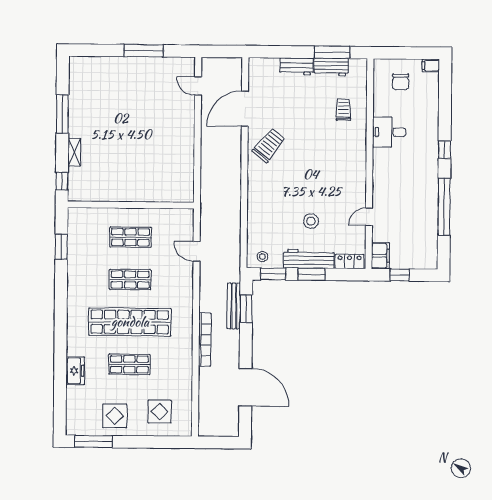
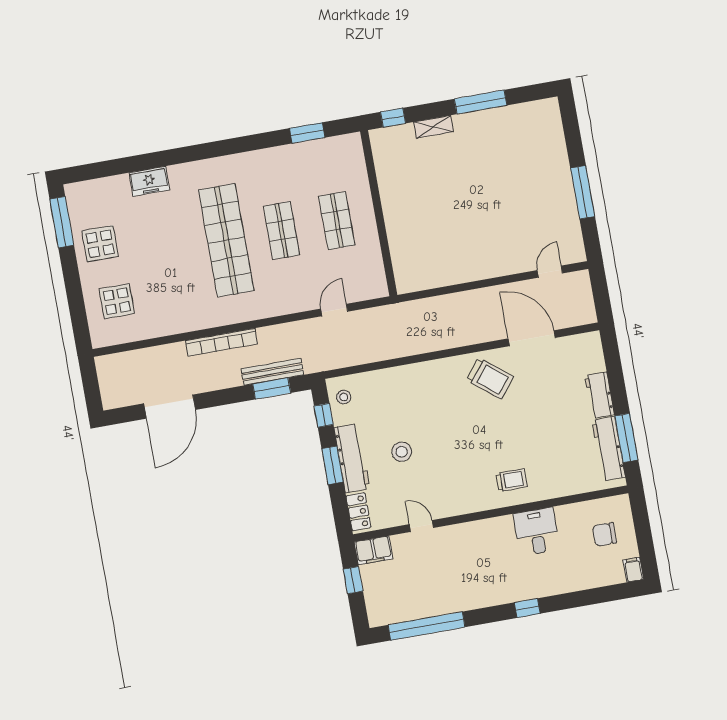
workbench: (331, 67) -> (609, 449), width x1.38
trolley: (344, 110) -> (512, 480), moved
window: (444, 207) -> (427, 626), moved
window: (273, 274) -> (324, 415), width x0.67
shop shelf: (129, 364) -> (171, 250), removed

